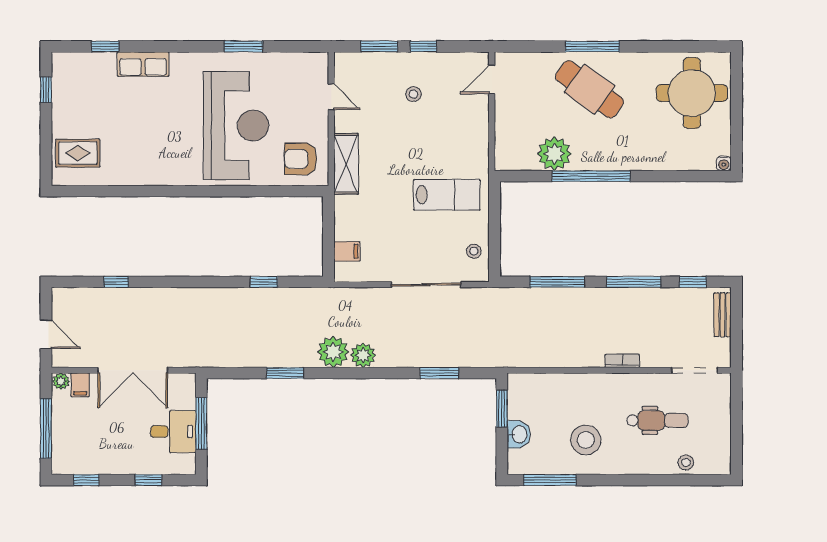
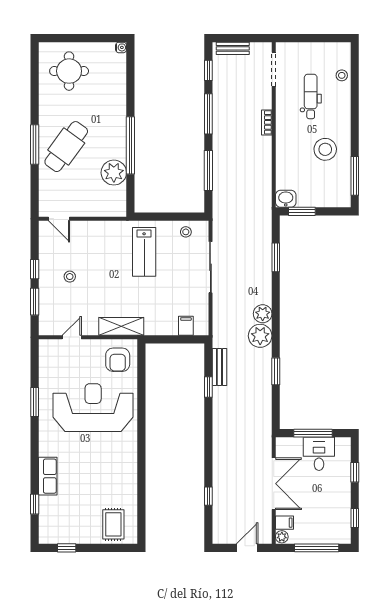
round table: (692, 93) -> (69, 71), width x0.73, depth x0.73
lab bench: (447, 195) -> (144, 252), turned 180
bench: (291, 297) -> (219, 367), added
washbasin: (519, 434) -> (286, 199), moved

